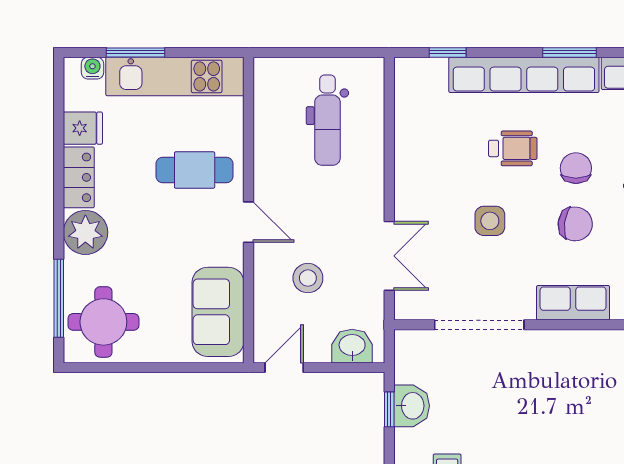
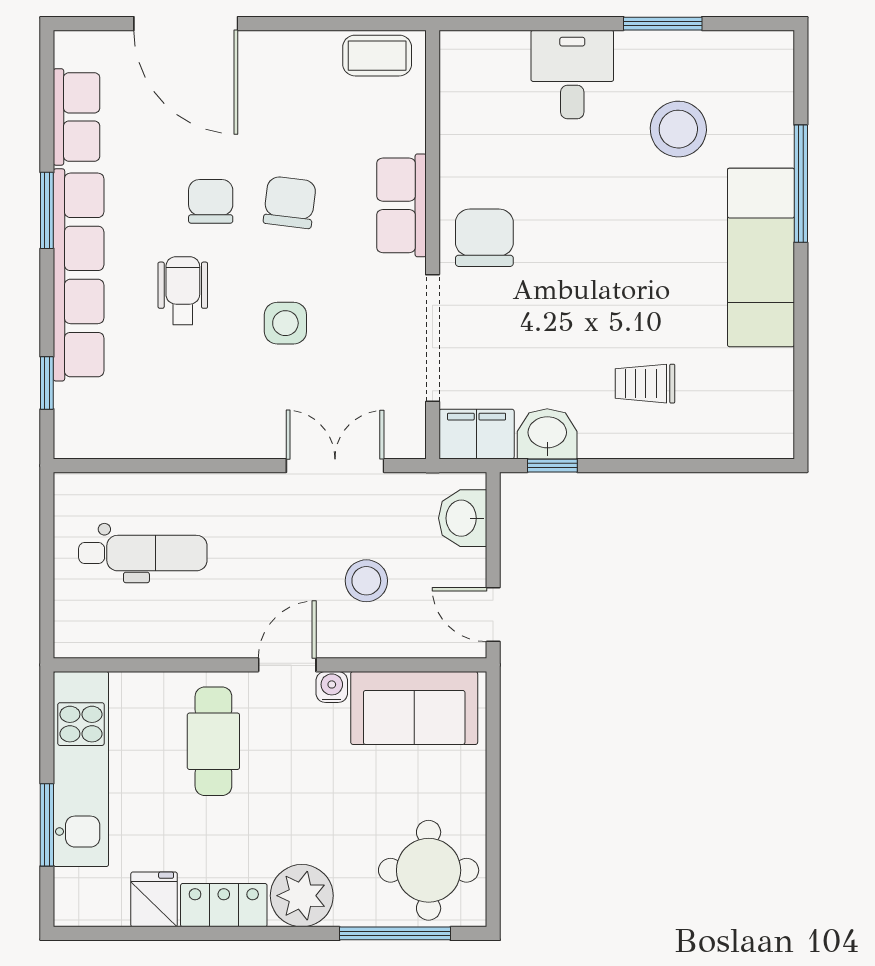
water cooler: (92, 68) -> (332, 687), moved, turned 90
chair: (576, 168) -> (211, 201), turned 90
filing cabinet: (412, 356) -> (477, 434), added
chair: (550, 361) -> (484, 238), added

